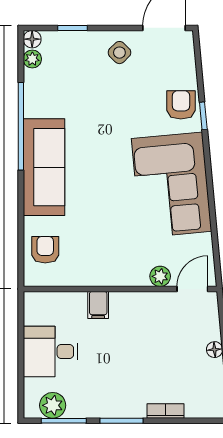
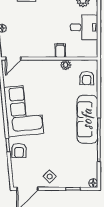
plant: (32, 59) -> (93, 173), removed
plant: (160, 276) -> (66, 65), moved

